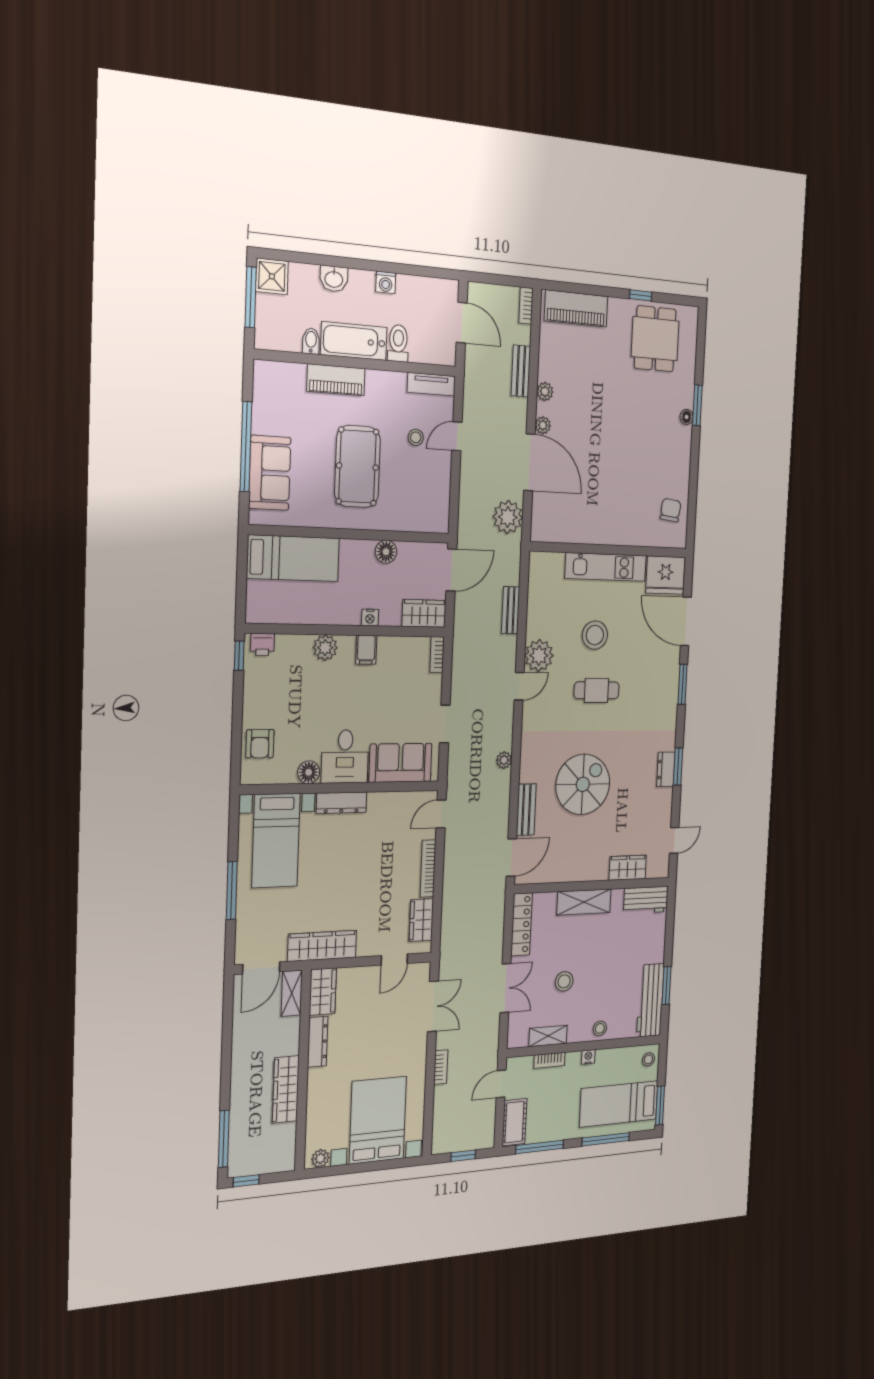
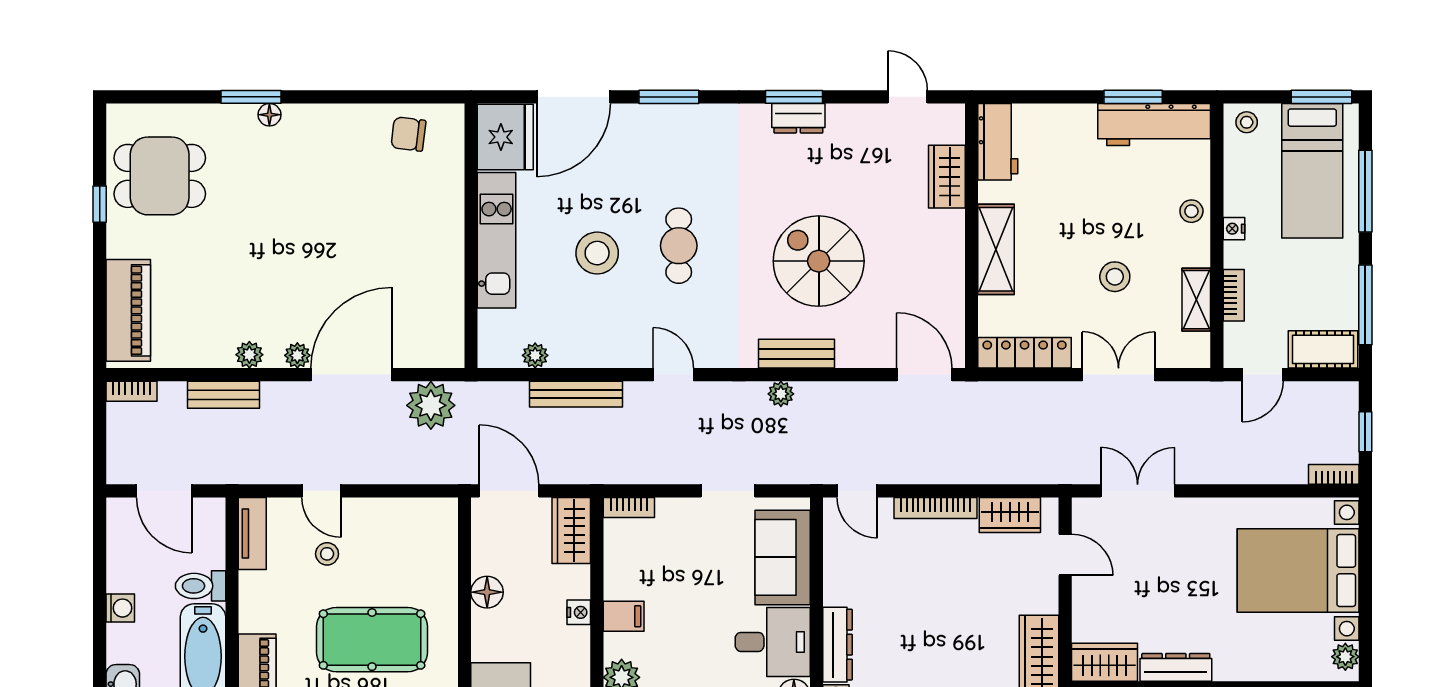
door: (462, 323) -> (164, 491), swing flipped
bench: (511, 610) -> (576, 394), width x1.36
plant: (539, 656) -> (535, 355), moved, width x0.53, depth x0.53
bench: (526, 810) -> (797, 354), moved
bookcase: (441, 1067) -> (1334, 474), moved
door: (501, 1084) -> (1263, 375), hinge flipped

